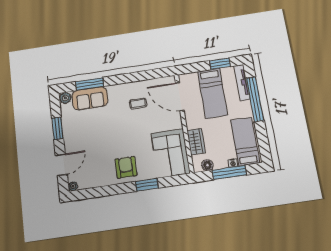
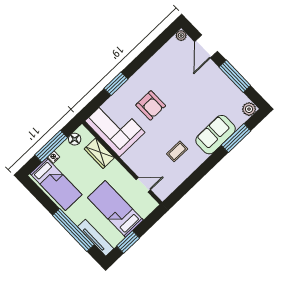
door: (180, 97) -> (143, 185), width x0.53
sofa: (90, 98) -> (216, 135), moved
window: (58, 128) -> (235, 76), width x1.44
armchair: (126, 167) -> (151, 105), moved

